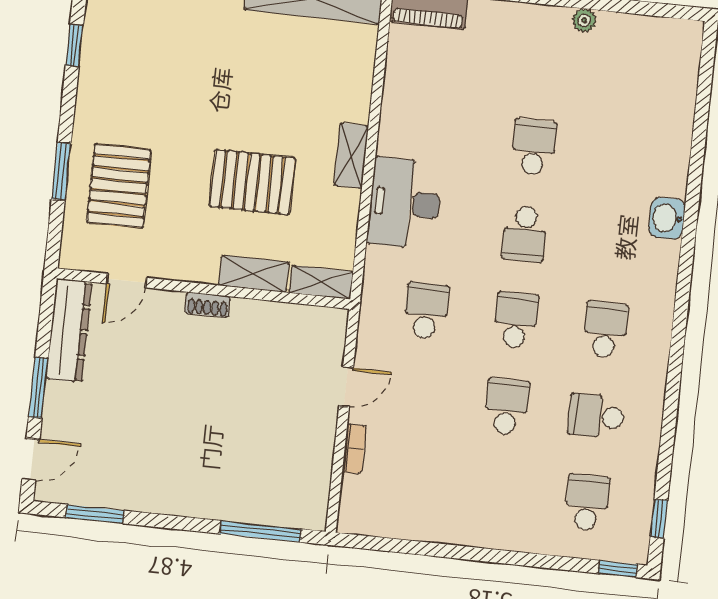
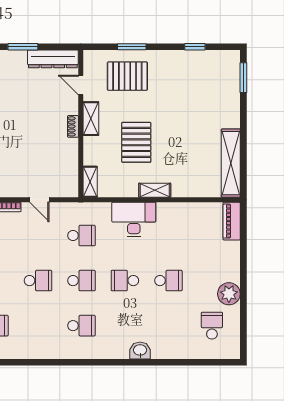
plant: (584, 20) -> (229, 294), width x1.87, depth x1.87
shelving: (254, 274) -> (91, 119), moved
school desk: (596, 416) -> (212, 326), moved

